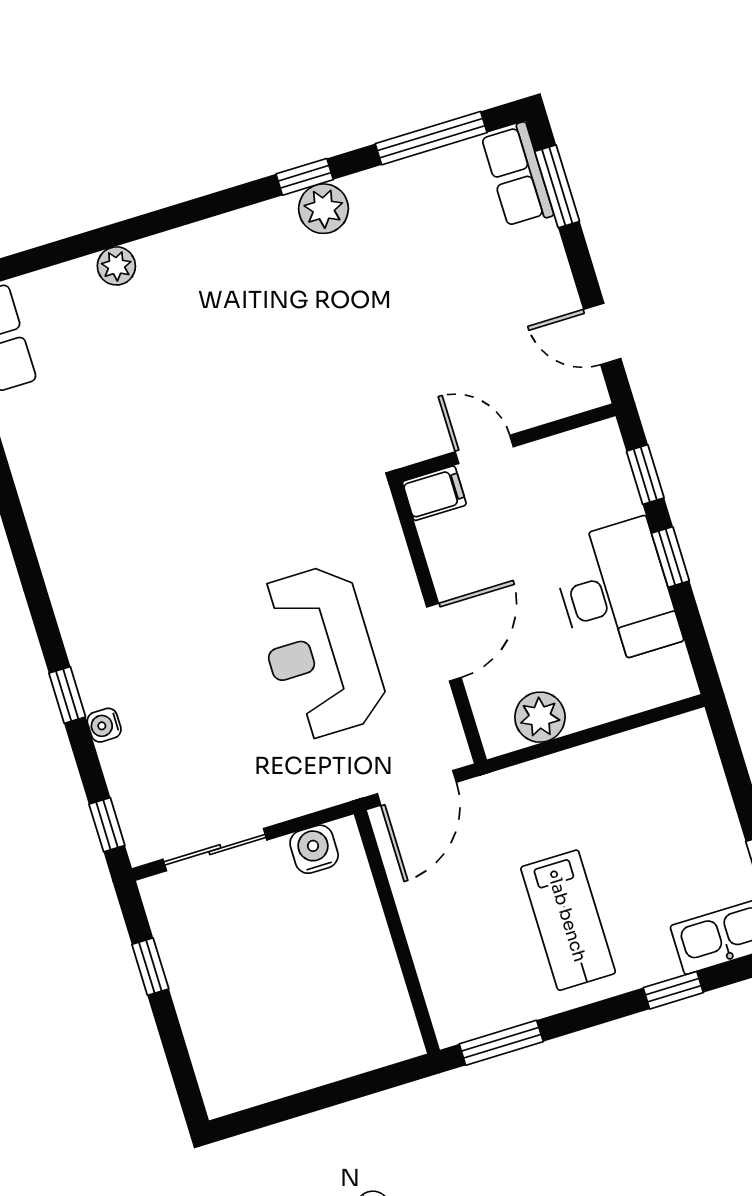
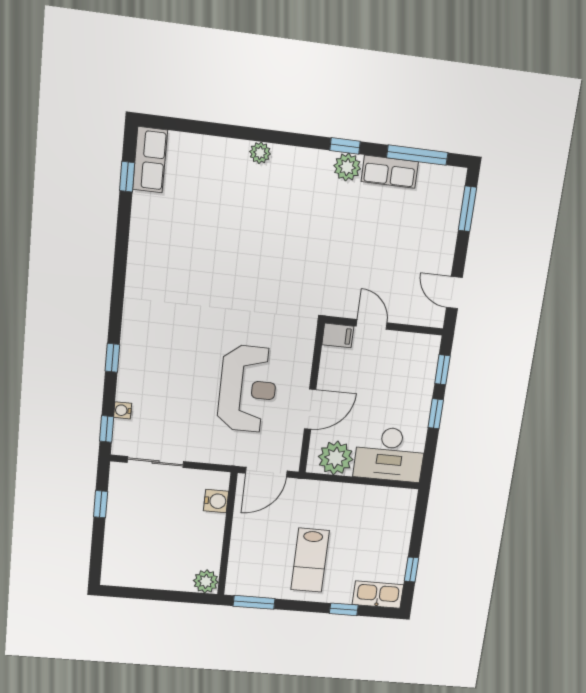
row of seats: (517, 175) -> (390, 172), moved, turned -90
plant: (116, 266) -> (260, 153), moved
desk: (616, 593) -> (390, 454), moved, turned 90
reception desk: (320, 652) -> (248, 389), turned 180
plant: (540, 717) -> (336, 458), width x1.36, depth x1.36
water cooler: (104, 725) -> (123, 410), moved
water cooler: (314, 849) -> (216, 501), moved, turned 90
plant: (396, 1037) -> (206, 581), added

